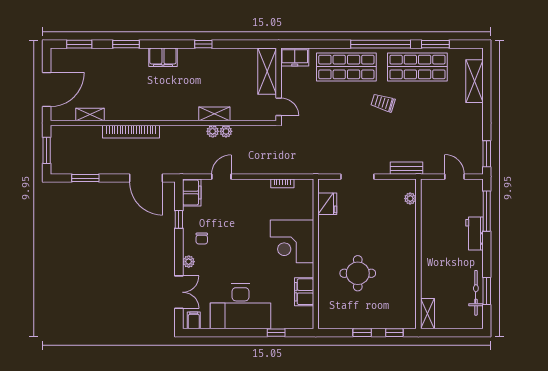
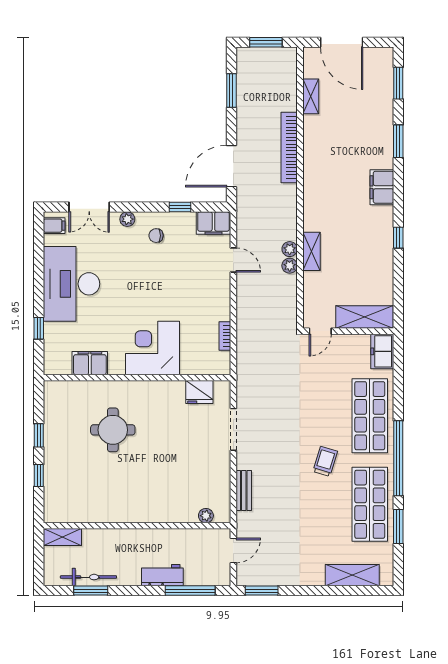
plant: (410, 199) -> (206, 516), moved
wall: (418, 254) -> (137, 526), moved
shelving: (427, 314) -> (62, 537), moved

